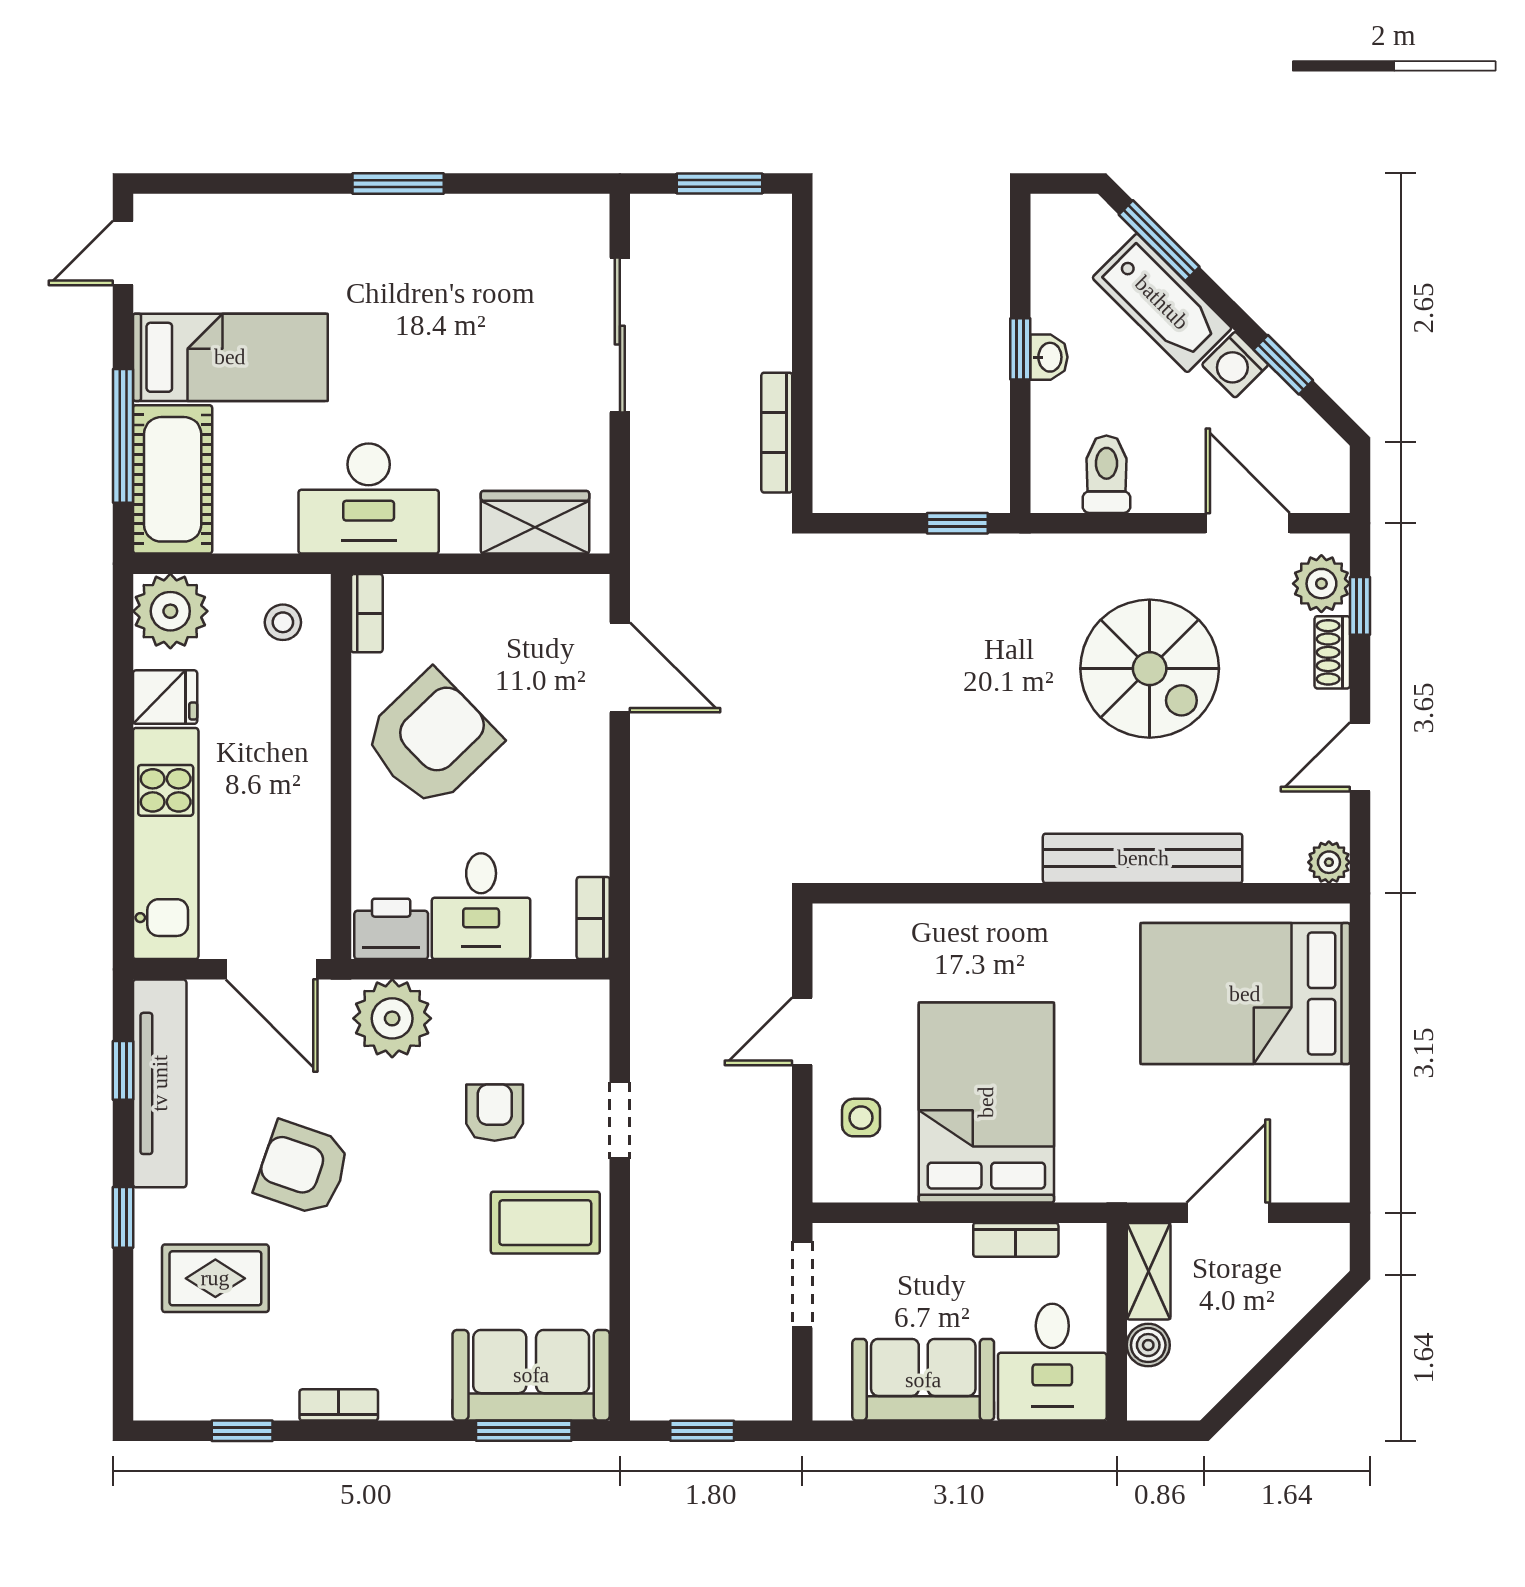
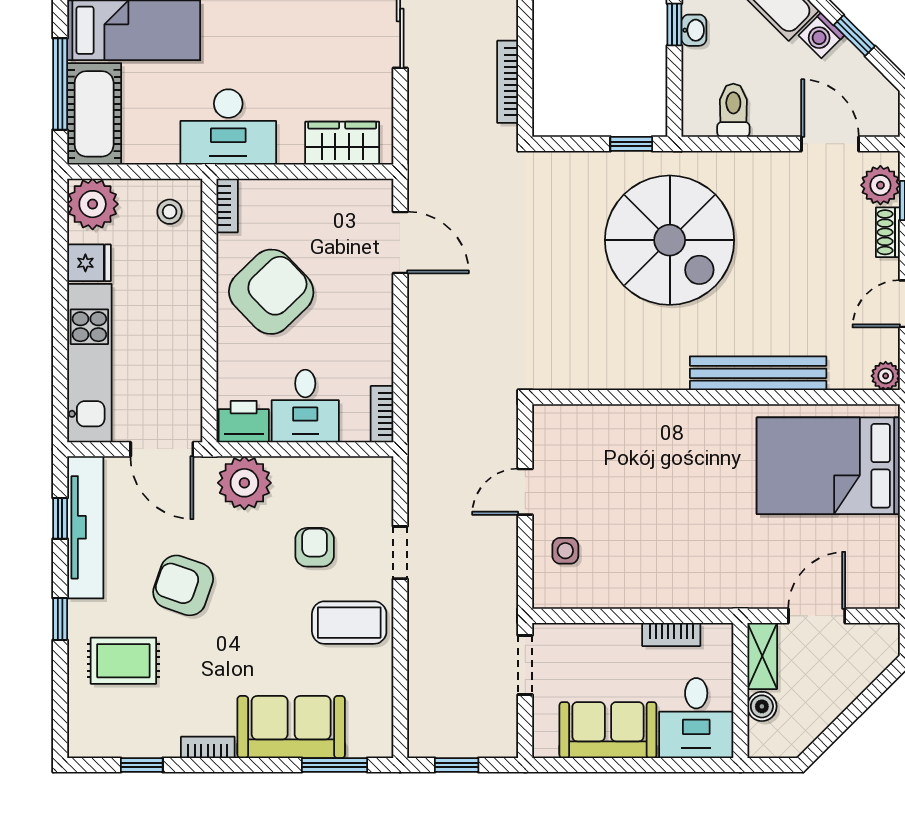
spiral stairs: (1150, 669) -> (670, 240), moved, width x1.37, depth x1.37
bed: (986, 1102) -> (651, 540), removed
sofa: (531, 1375) -> (291, 727), moved

